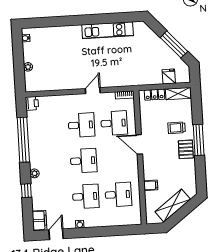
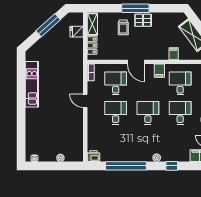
door: (139, 144) -> (136, 62), hinge flipped
filing cabinet: (131, 171) -> (159, 71), added

